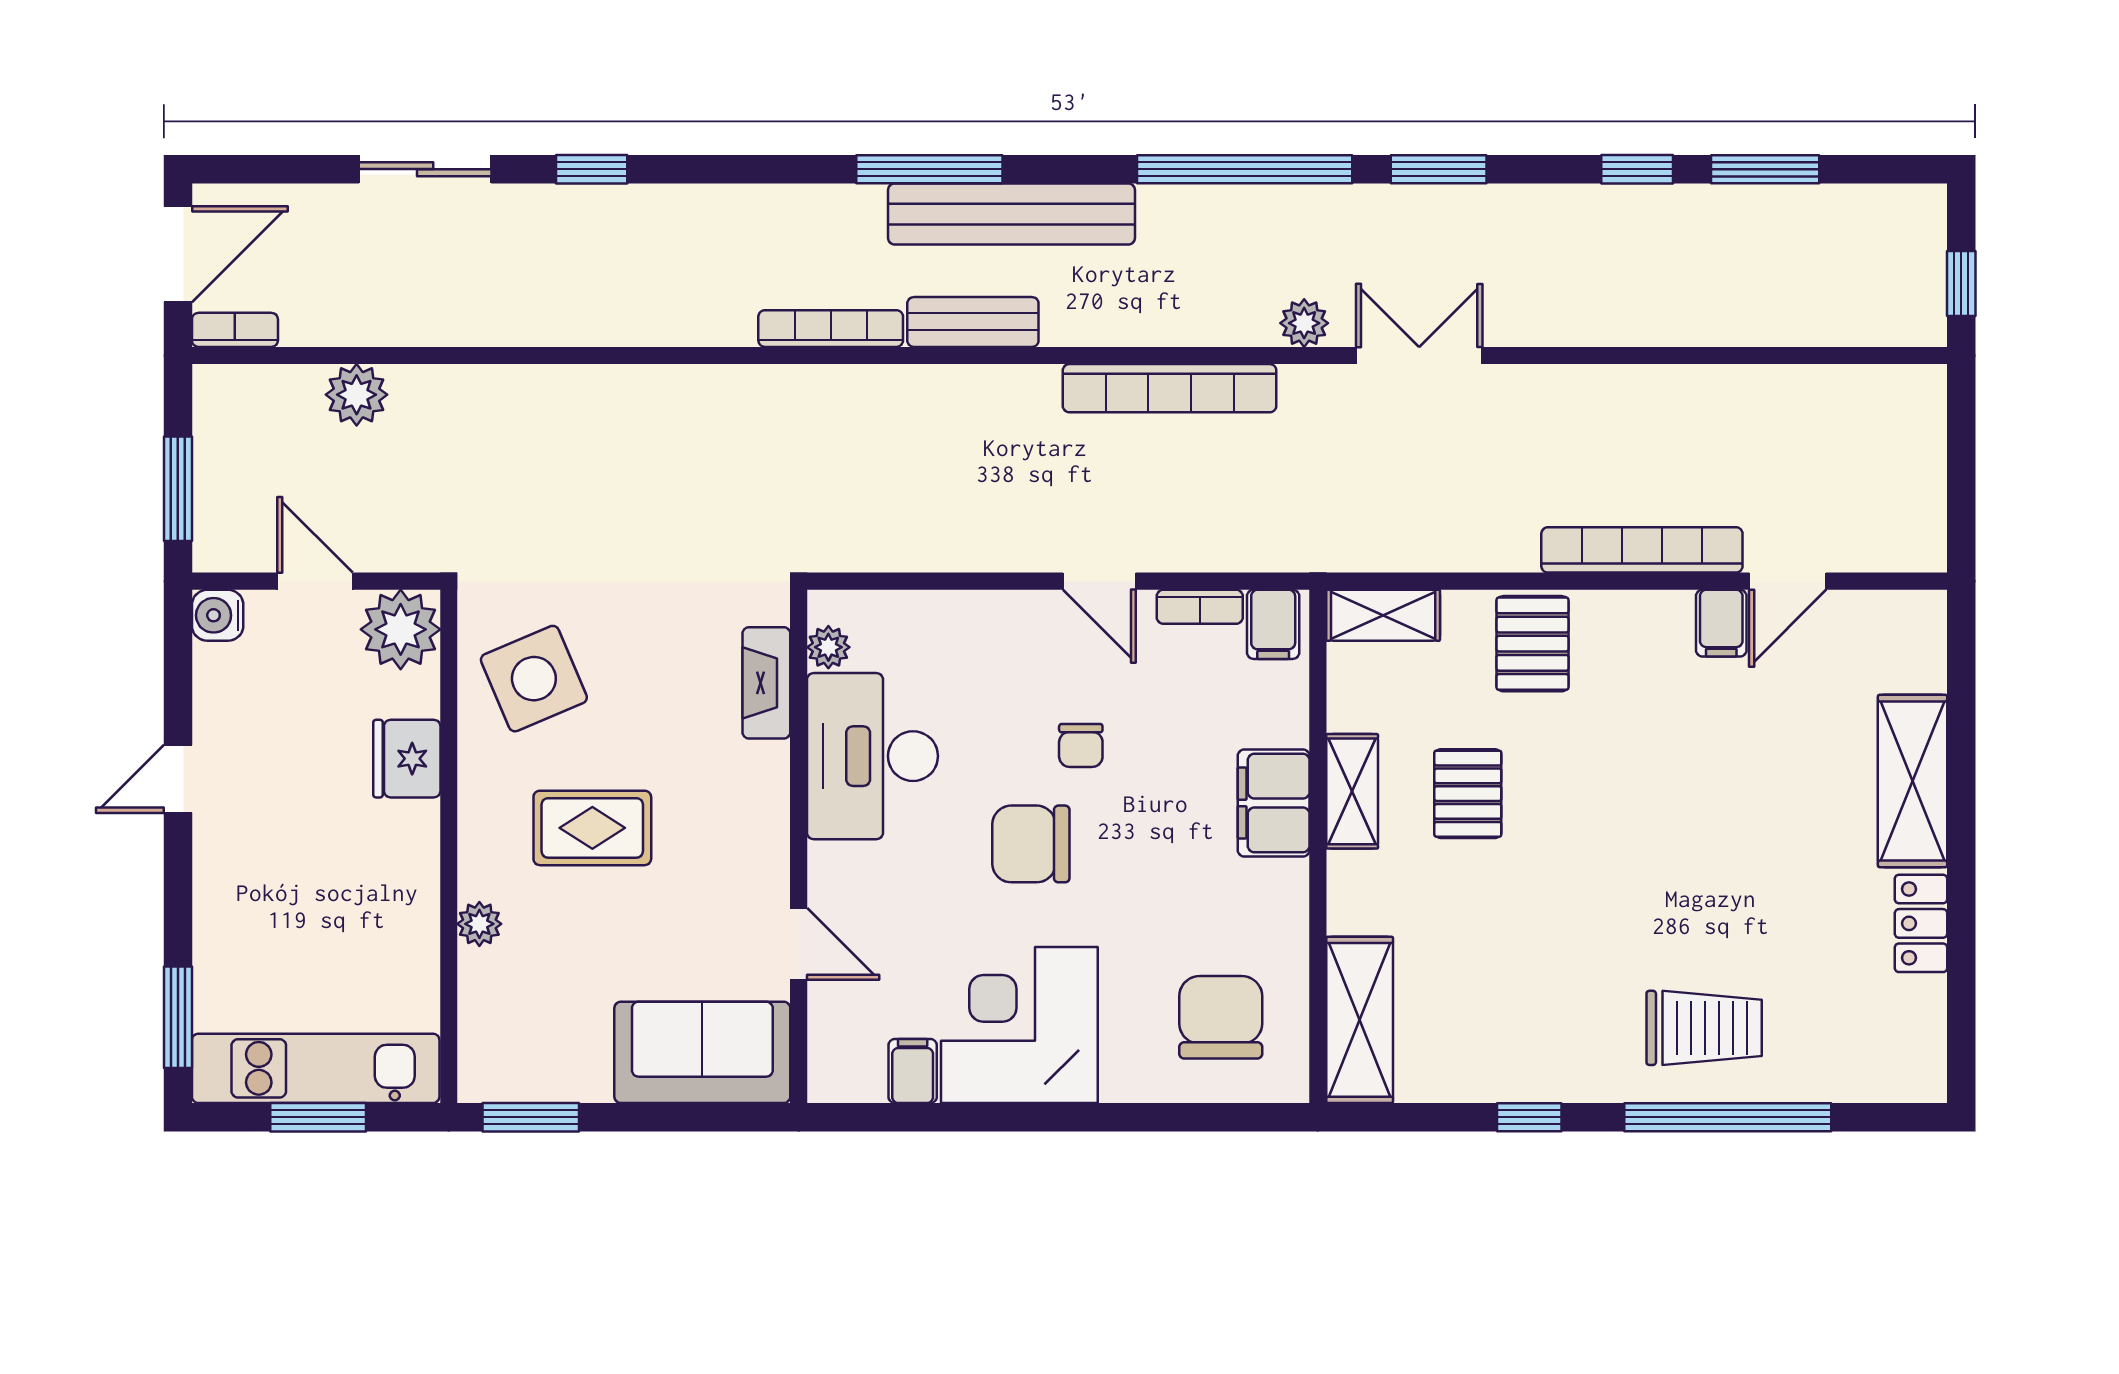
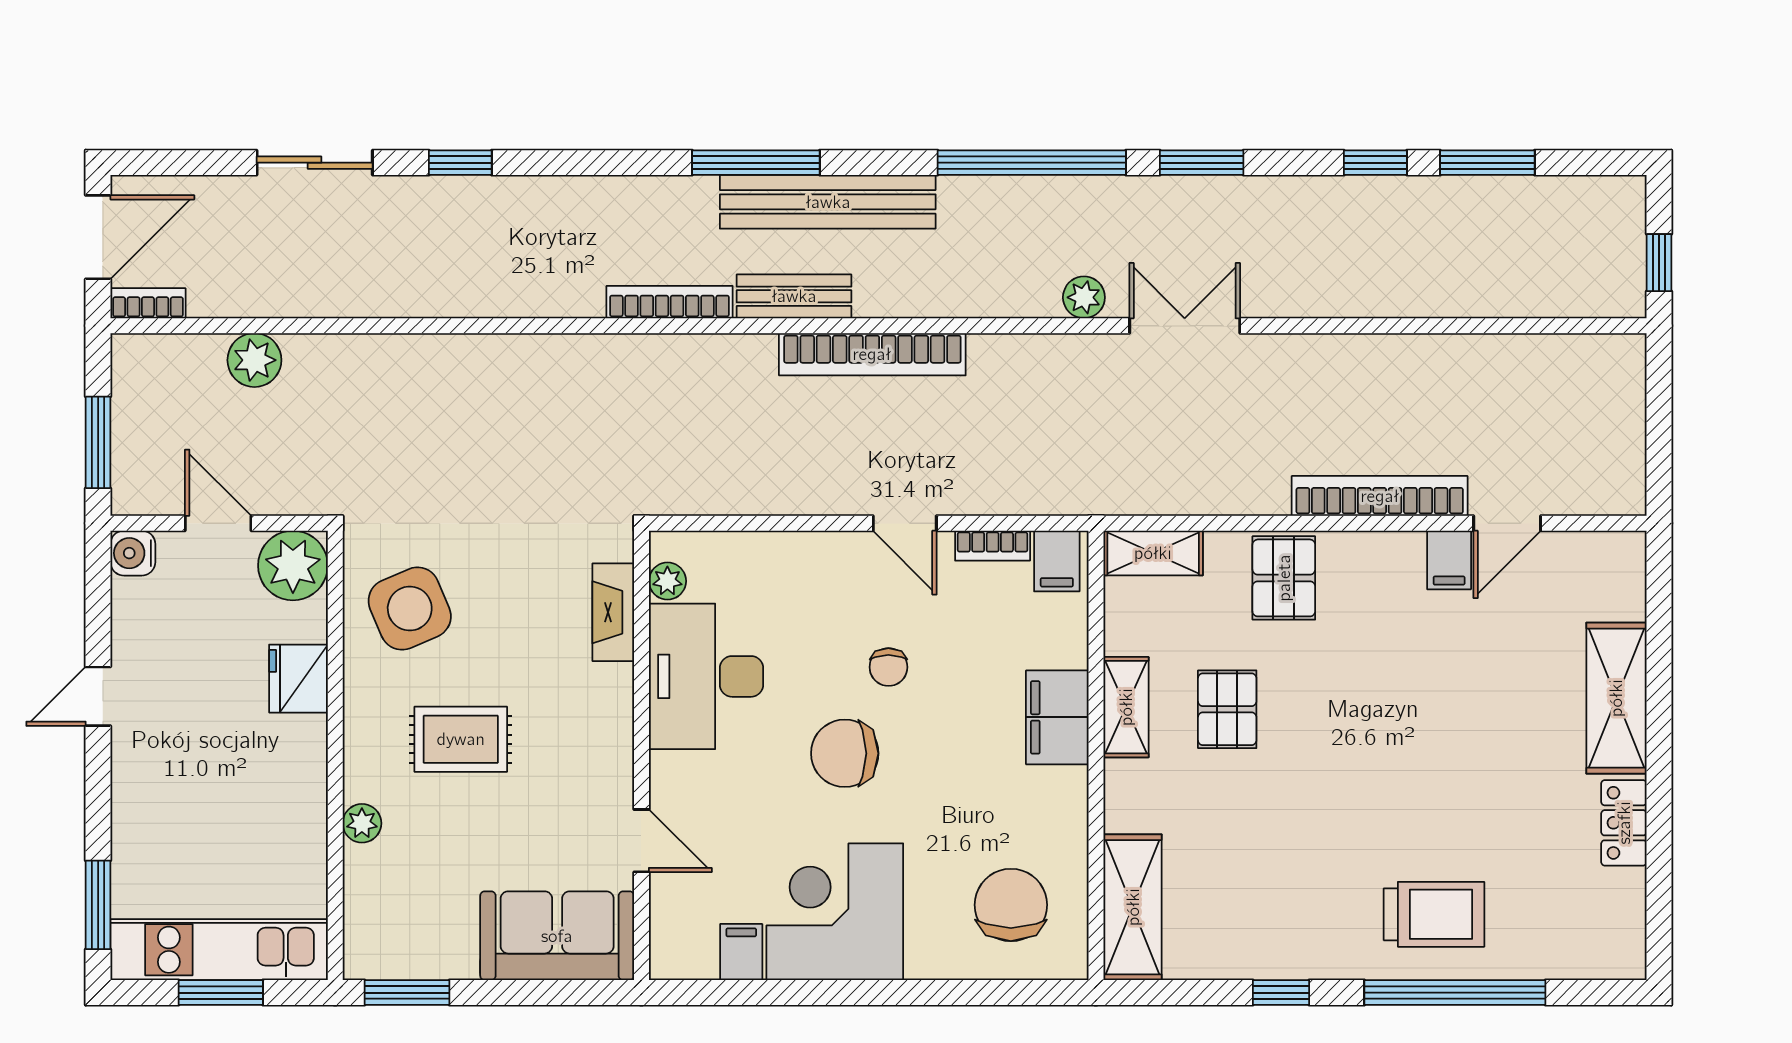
bookcase: (1170, 388) -> (872, 354), moved

